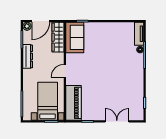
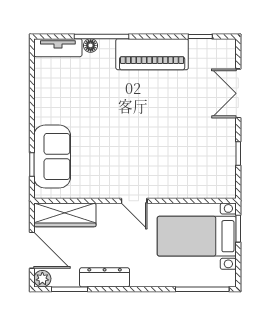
sofa: (75, 37) -> (52, 157), moved, turned 90
piano: (73, 103) -> (152, 54), moved, turned 180

